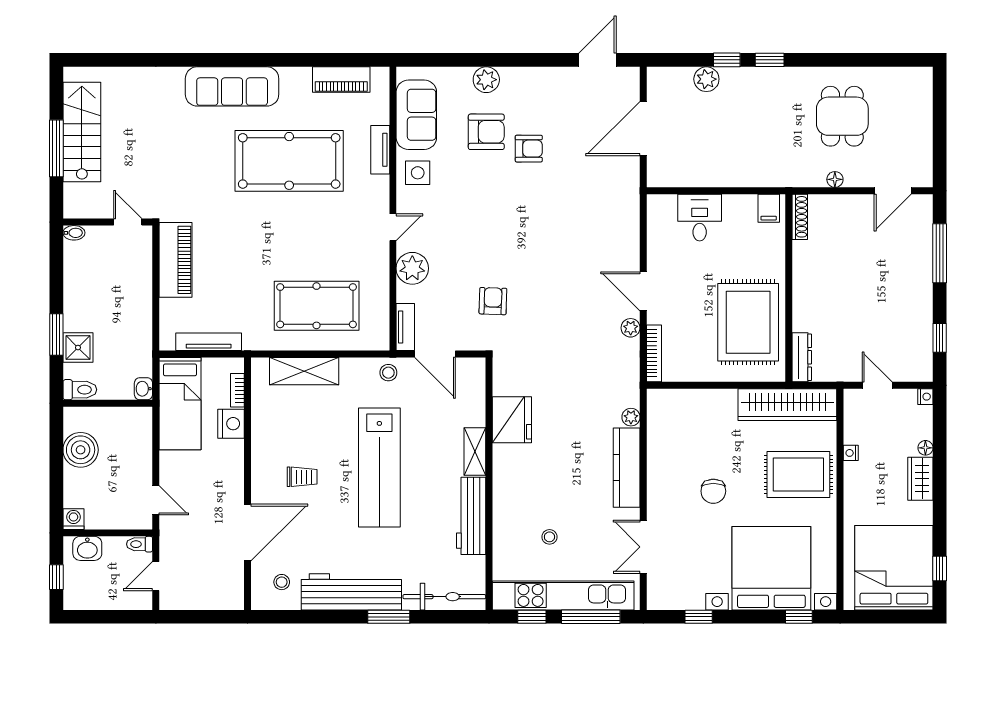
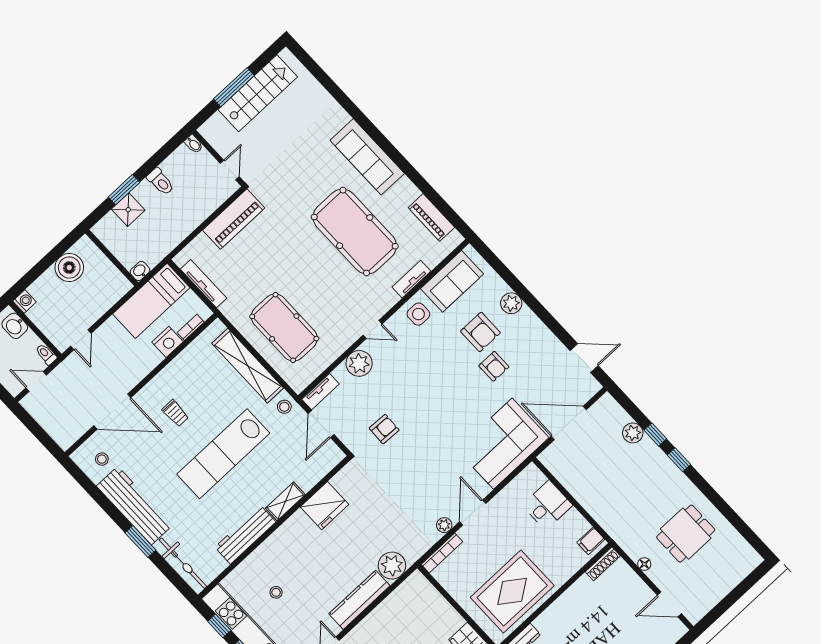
corner sofa: (606, 206) -> (503, 444), added
shelving: (304, 371) -> (248, 366), width x1.47
toilet: (80, 390) -> (160, 182), moved
plant: (631, 417) -> (392, 566), width x1.87, depth x1.87

